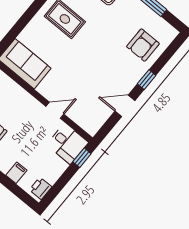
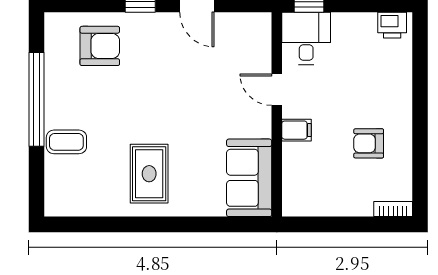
filing cabinet: (16, 173) -> (296, 130), moved, turned 180

